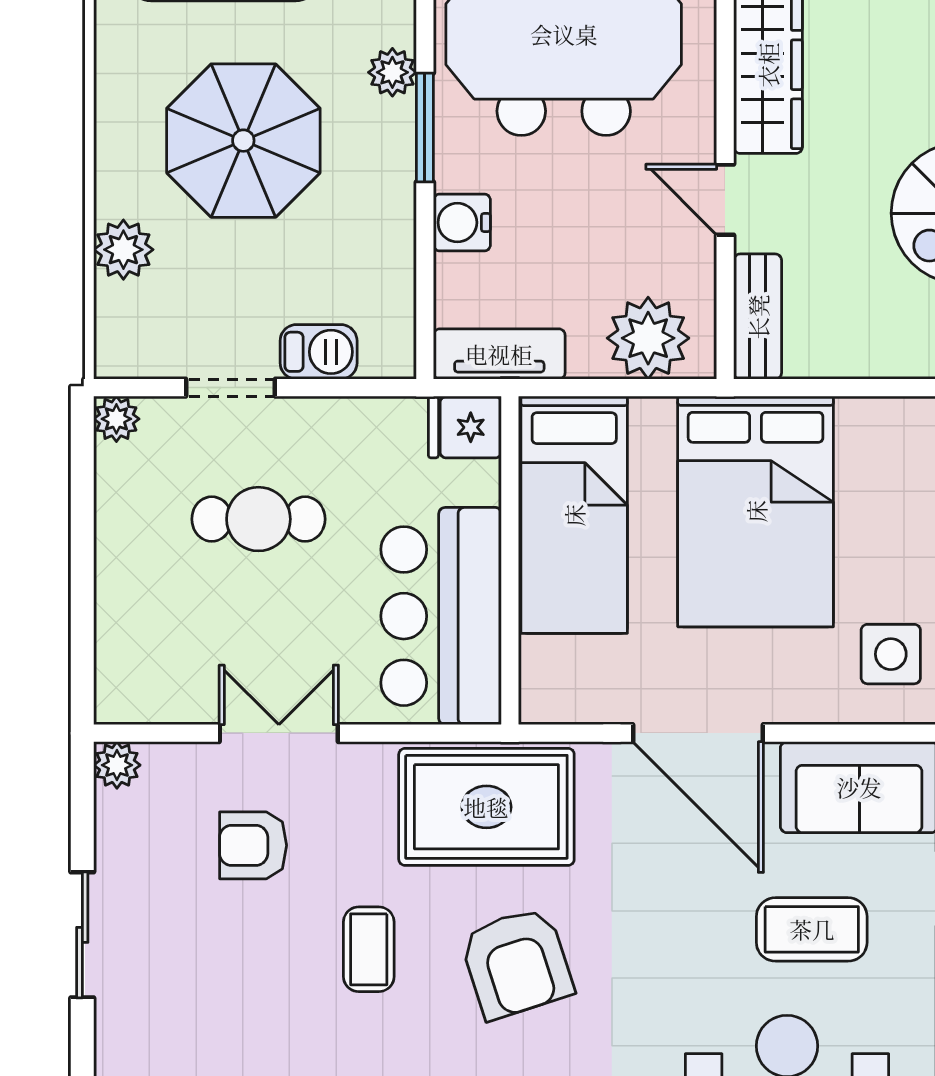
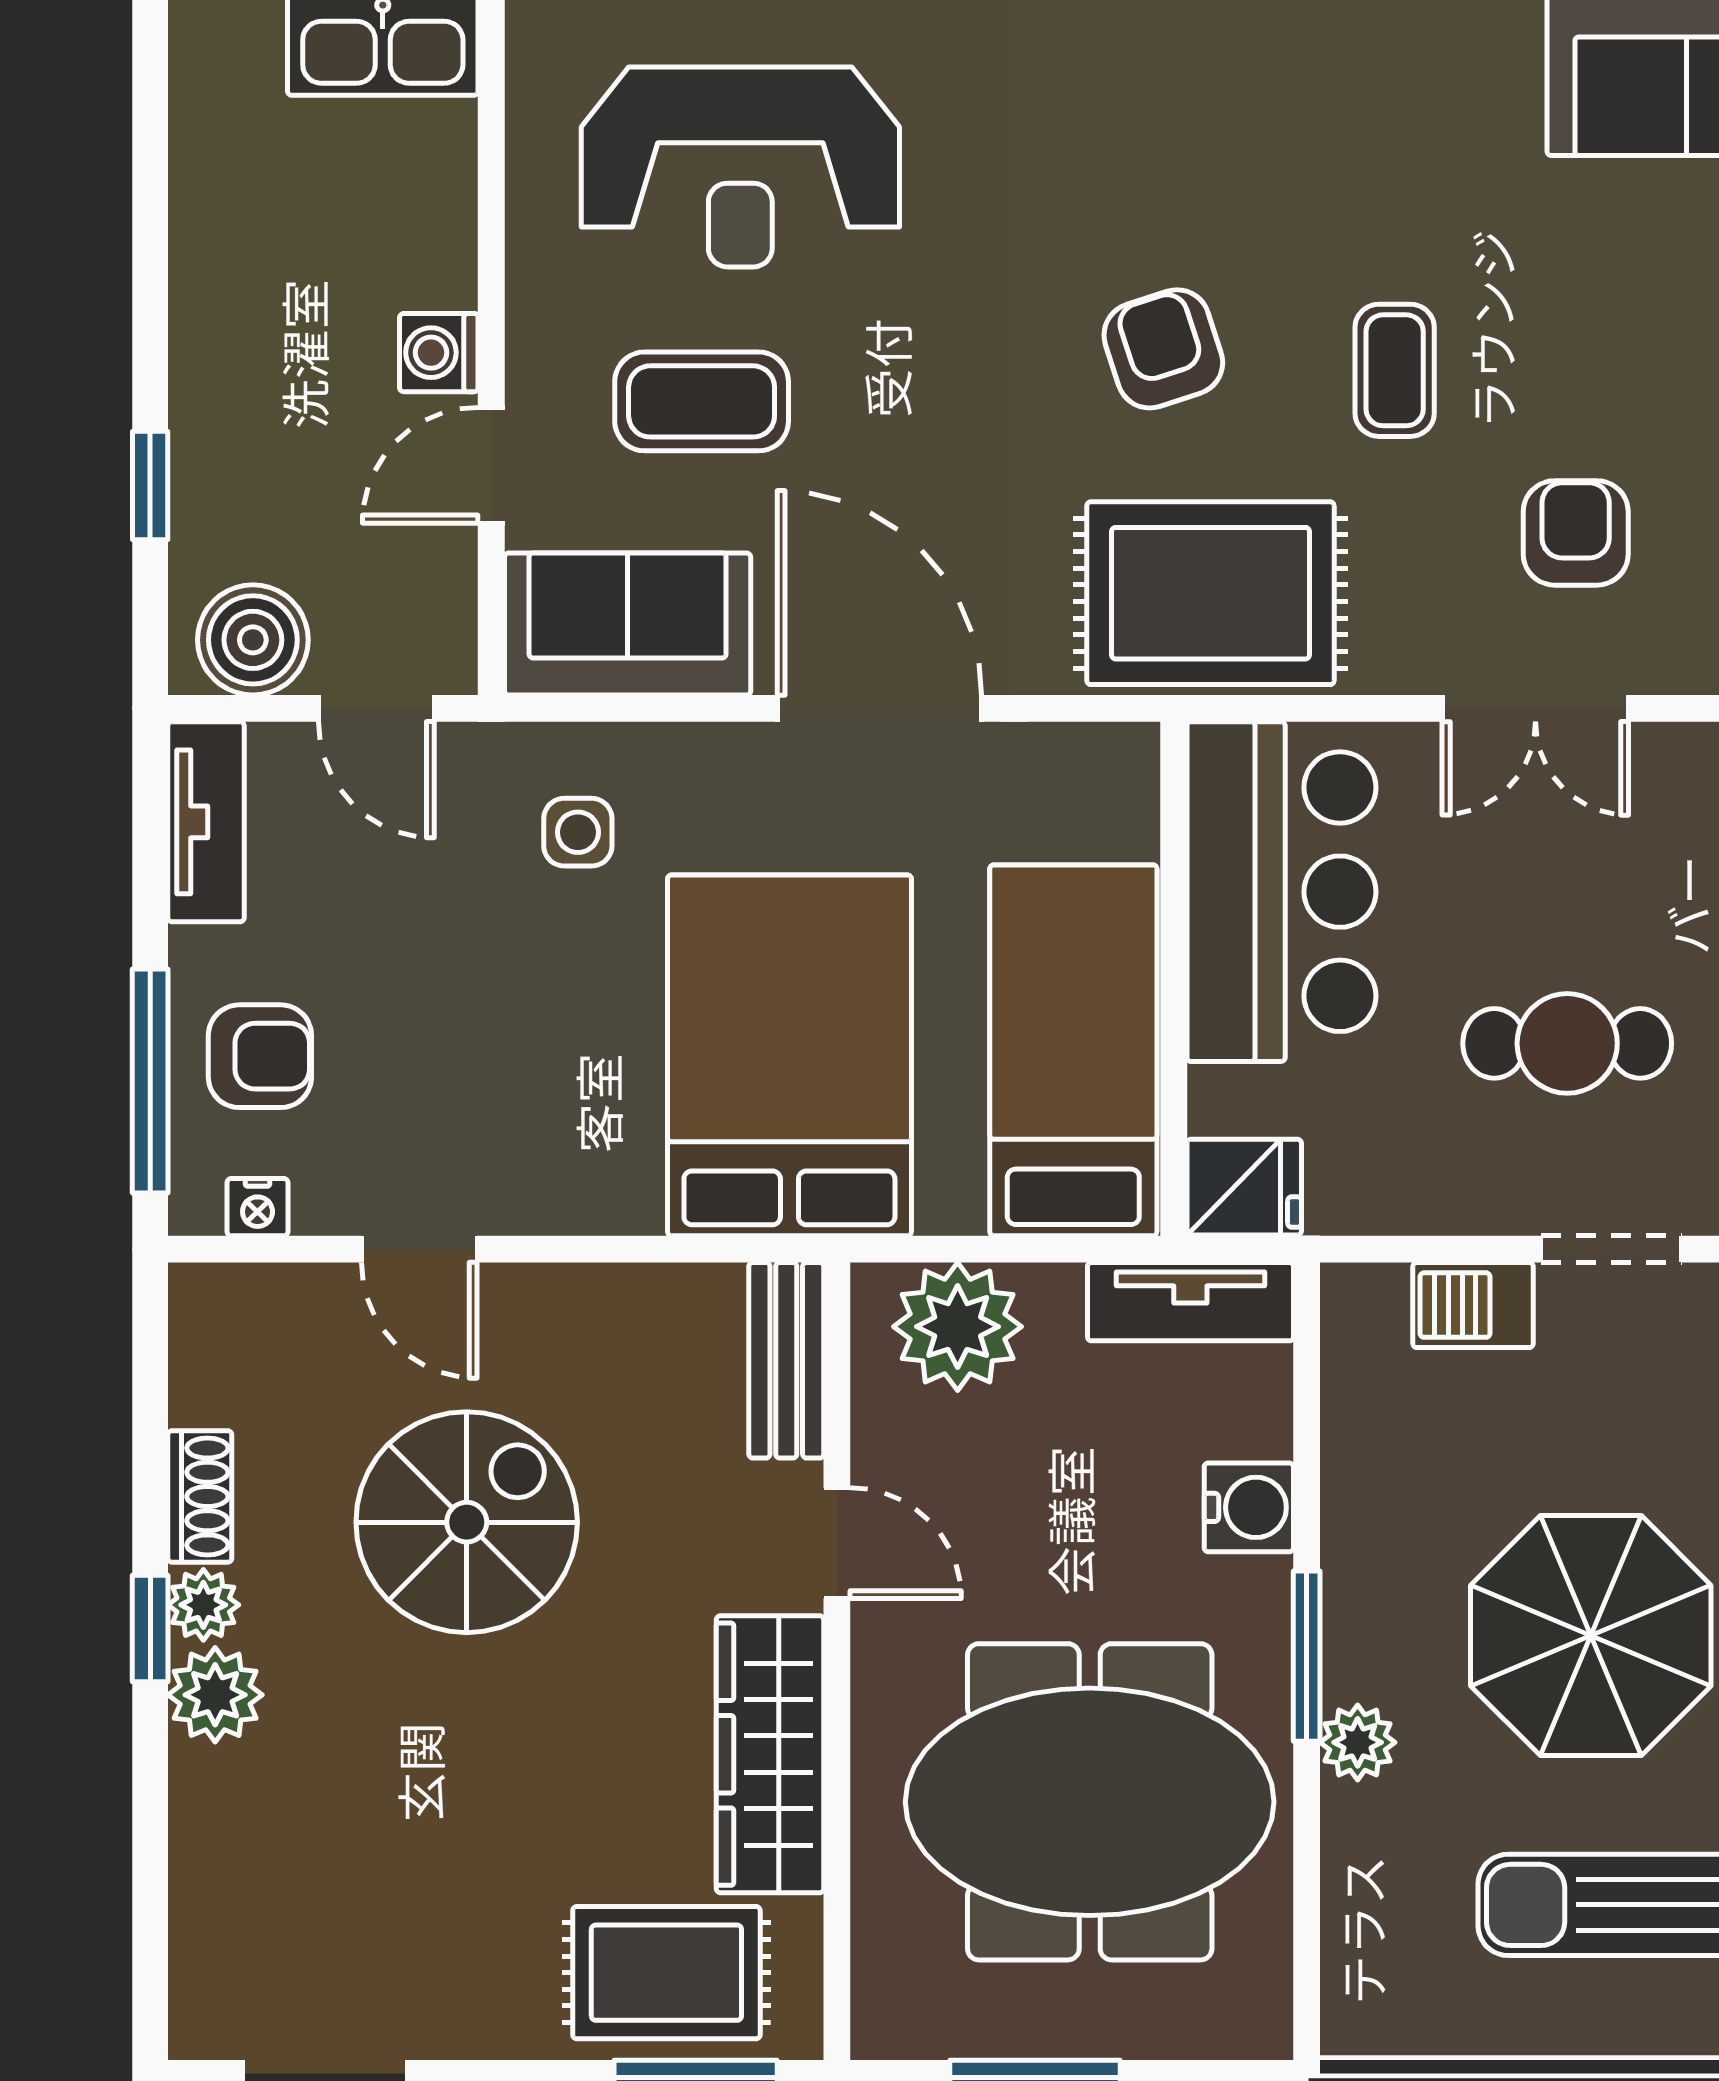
side table: (891, 654) -> (578, 832), width x0.73, depth x0.73
armchair: (253, 845) -> (1576, 533), turned -90
armchair: (517, 963) -> (1163, 349), width x0.72, depth x0.72

